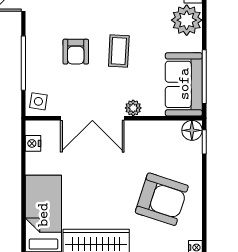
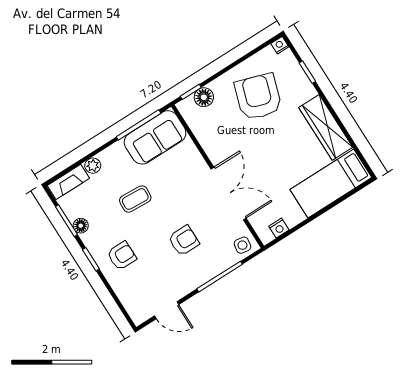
plant: (187, 20) -> (93, 166), width x0.53, depth x0.53
coffee table: (119, 51) -> (135, 199), moved
plant: (133, 108) -> (200, 166), removed
floor lamp: (192, 130) -> (204, 97), moved

